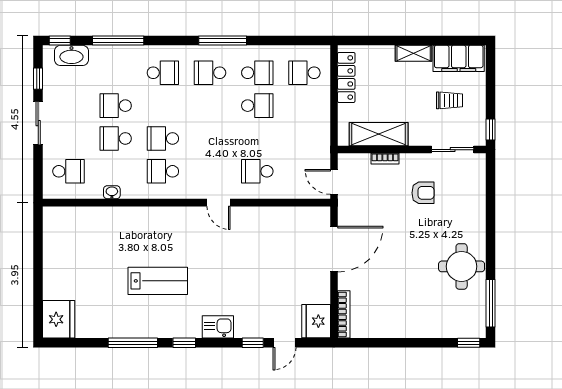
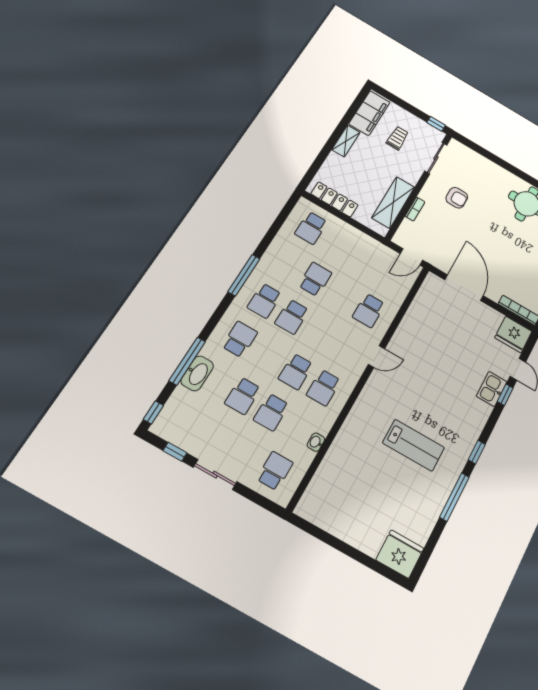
washbasin: (71, 55) -> (197, 373), moved
school desk: (257, 73) -> (292, 317), moved, turned 180
armchair: (423, 193) -> (457, 198), turned 90
lab bench: (158, 281) -> (414, 445), turned 90
kitchen sink: (218, 327) -> (492, 389), moved

